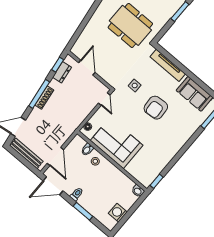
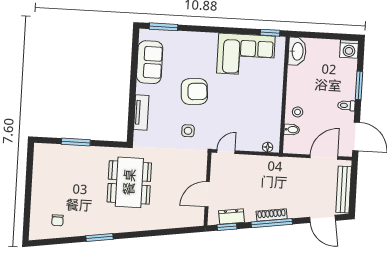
tv unit: (168, 65) -> (141, 112), width x0.71
corner sofa: (117, 143) -> (246, 55), moved, turned -90
washbasin: (138, 191) -> (297, 51), width x1.91, depth x1.45
washing machine: (118, 213) -> (349, 49), moved

